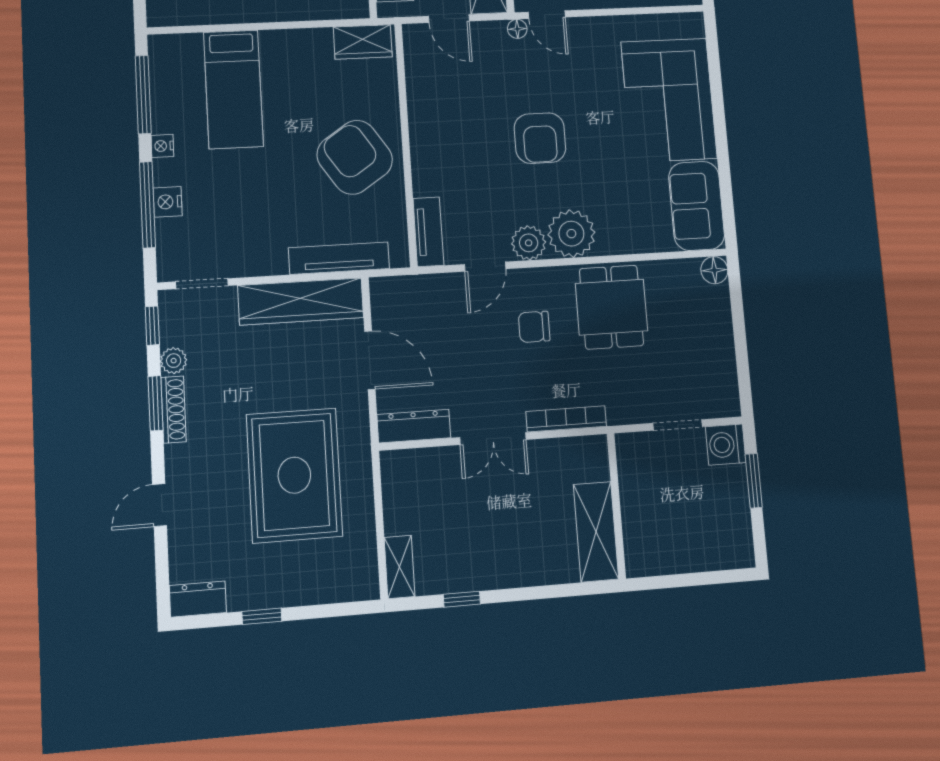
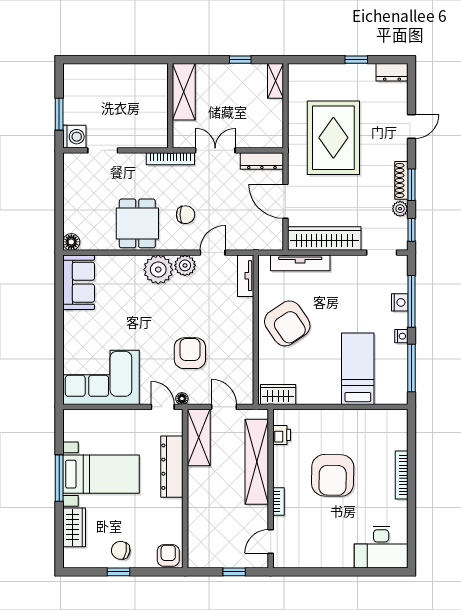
corner sofa: (669, 100) -> (101, 377), moved, turned -90
armchair: (540, 138) -> (190, 353), moved
wall: (616, 506) -> (170, 106), moved
shelving: (596, 532) -> (184, 92), moved

